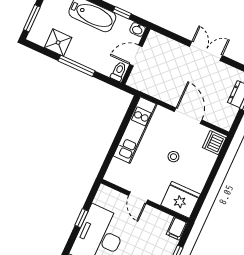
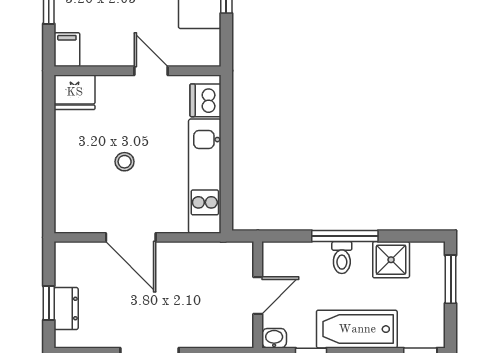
toilet: (119, 71) -> (342, 258), moved
dishwasher: (214, 143) -> (205, 100), moved, turned 180
fridge: (181, 200) -> (75, 92), width x0.73, depth x0.75

